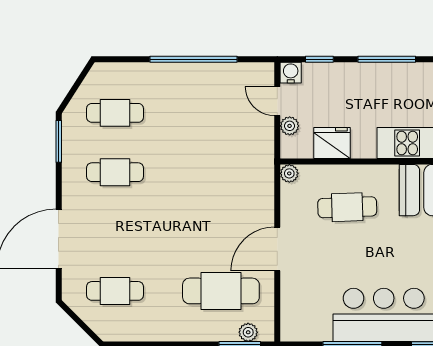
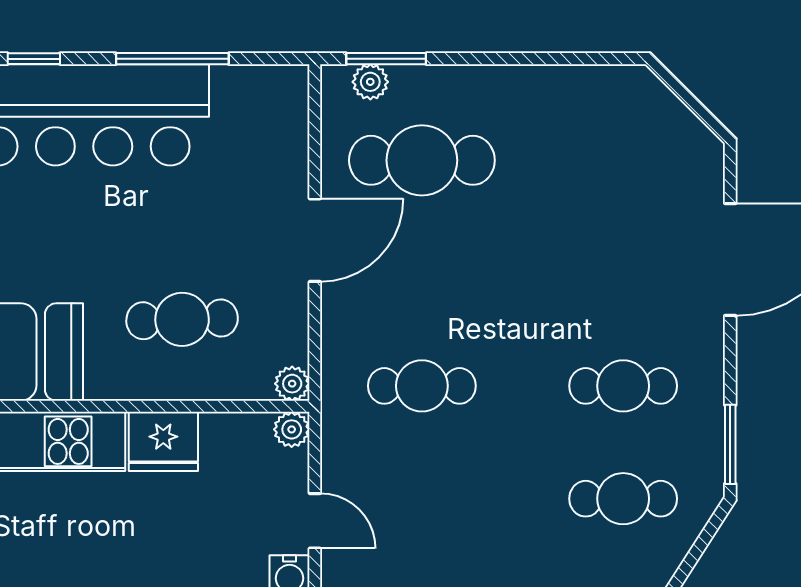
plant: (290, 126) -> (292, 429), moved
fridge: (332, 143) -> (163, 441), moved
cafe table: (115, 291) -> (422, 386), moved

